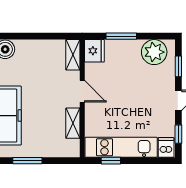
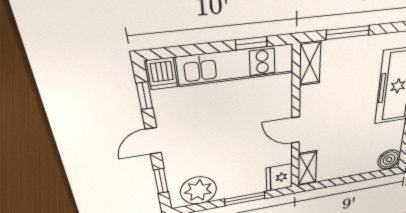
shelving: (73, 123) -> (310, 63), moved
window: (27, 161) -> (348, 33), moved

